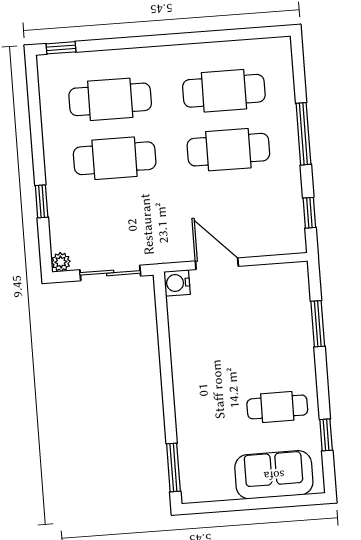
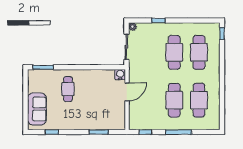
cafe table: (277, 407) -> (68, 89), moved

